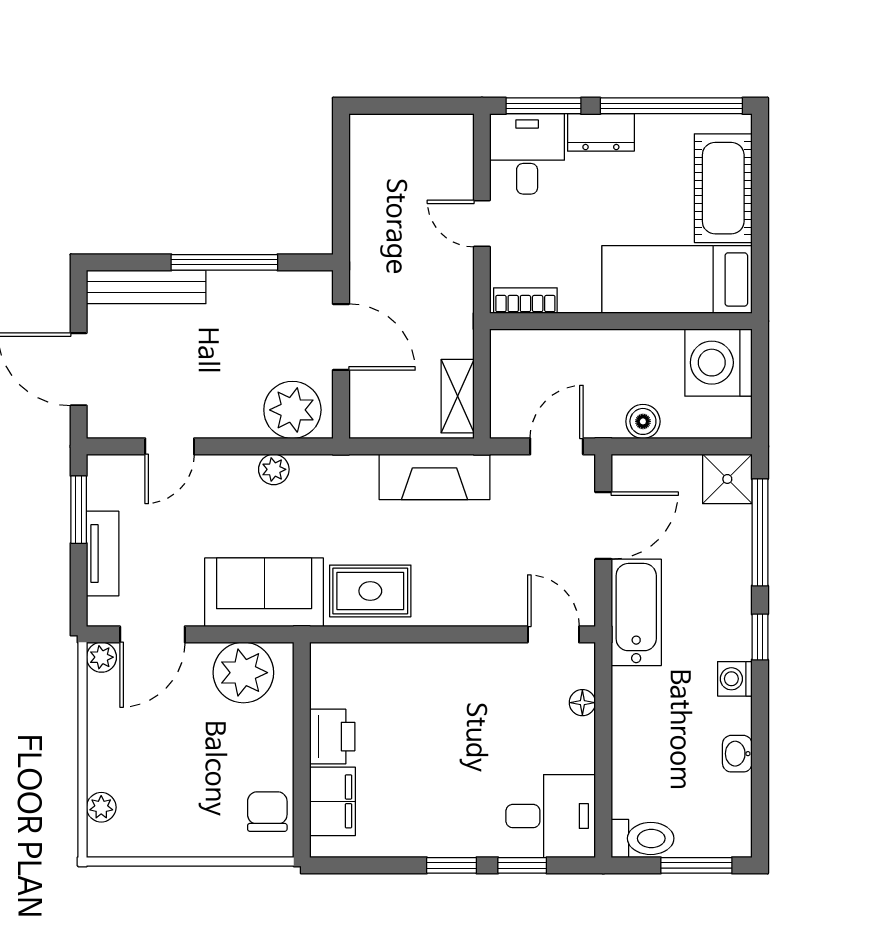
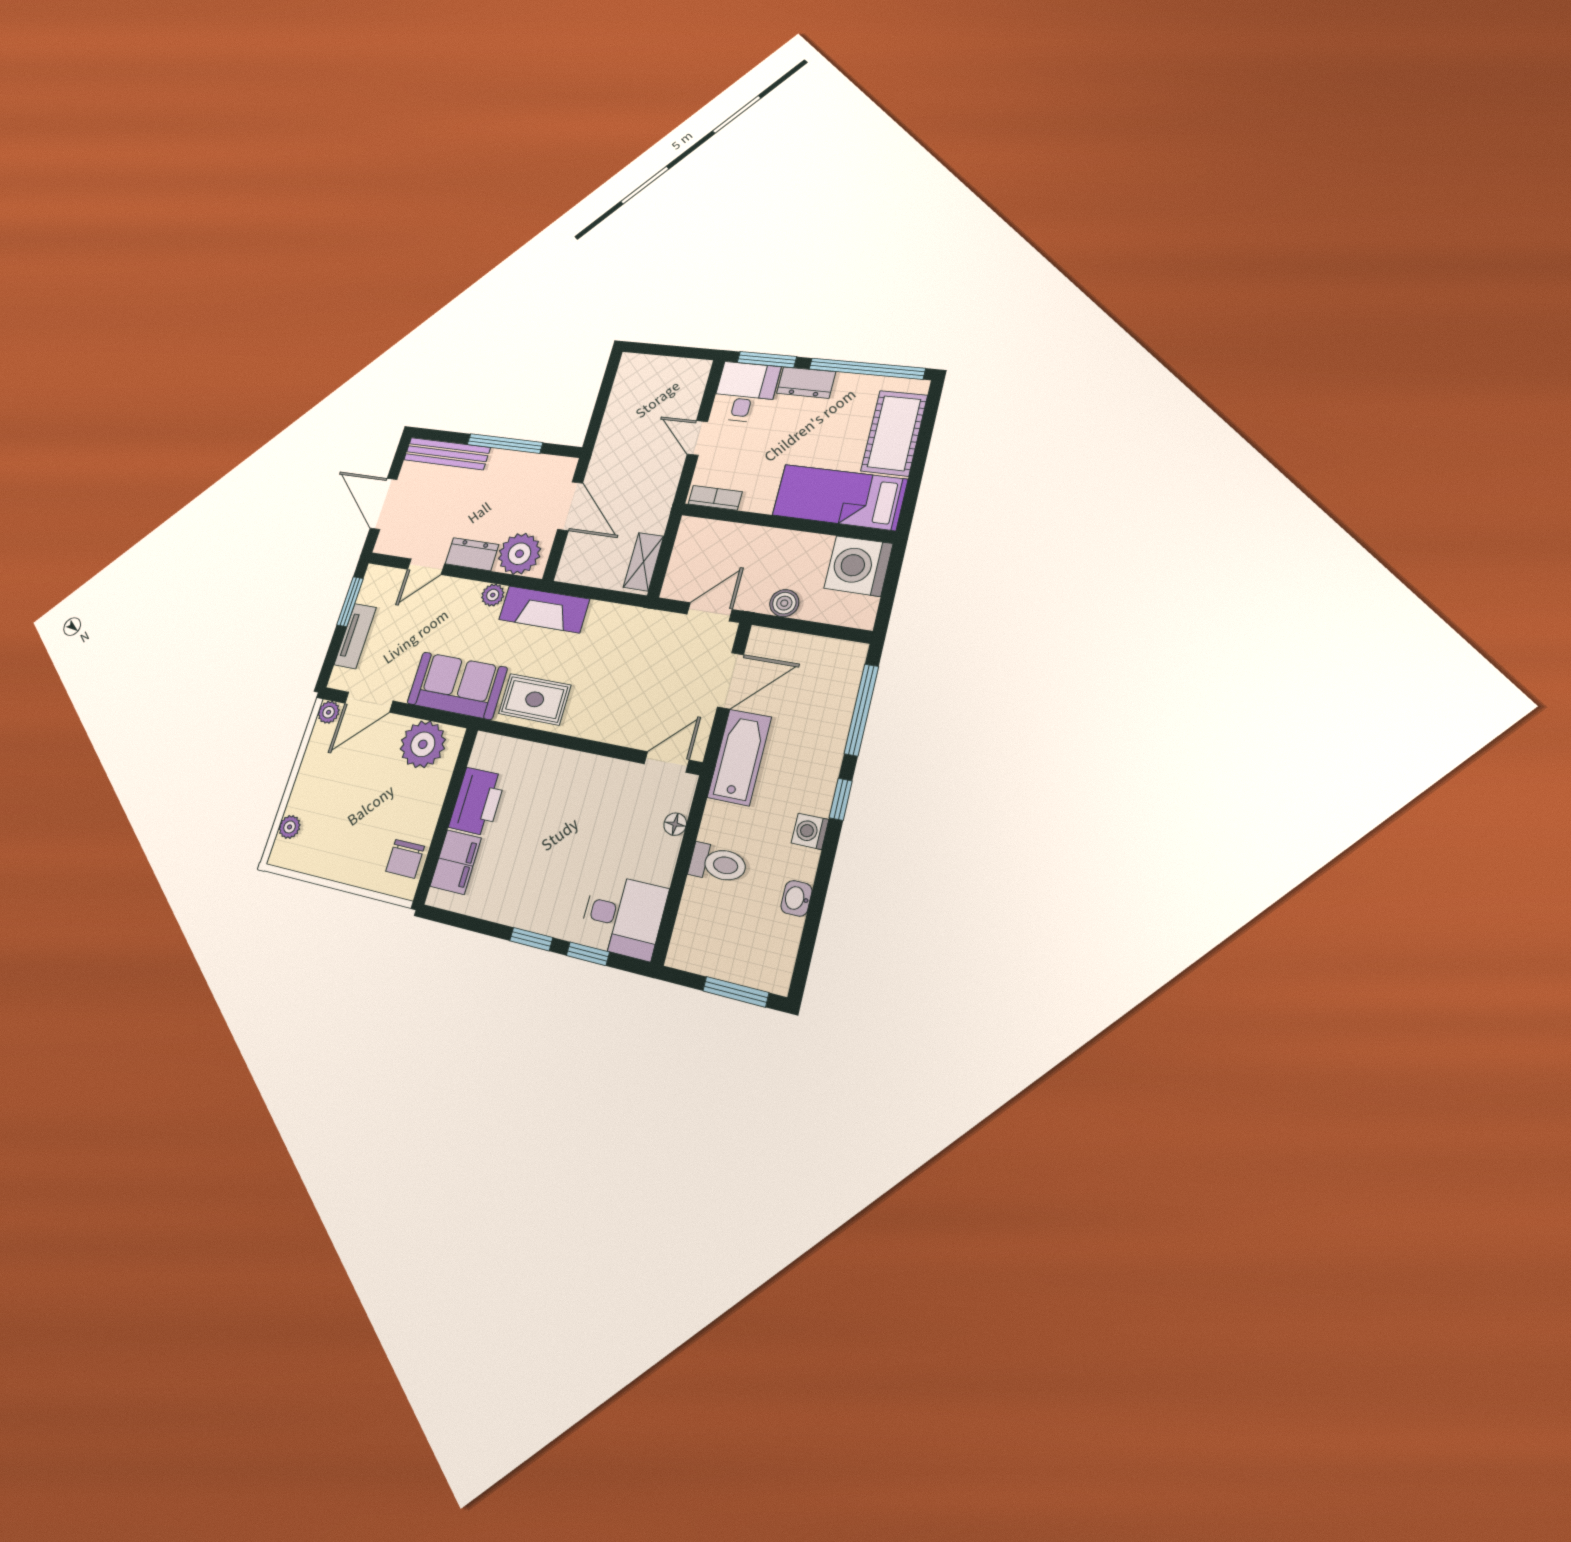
dresser: (228, 420) -> (472, 554), added
fireplace: (435, 477) -> (544, 609), moved
shower: (727, 479) -> (844, 661), removed
door: (553, 634) -> (667, 762), hinge flipped
printer: (332, 737) -> (477, 802), width x1.37, depth x1.19
chair: (267, 812) -> (405, 859), turned 180
toilet: (643, 838) -> (718, 864), moved

